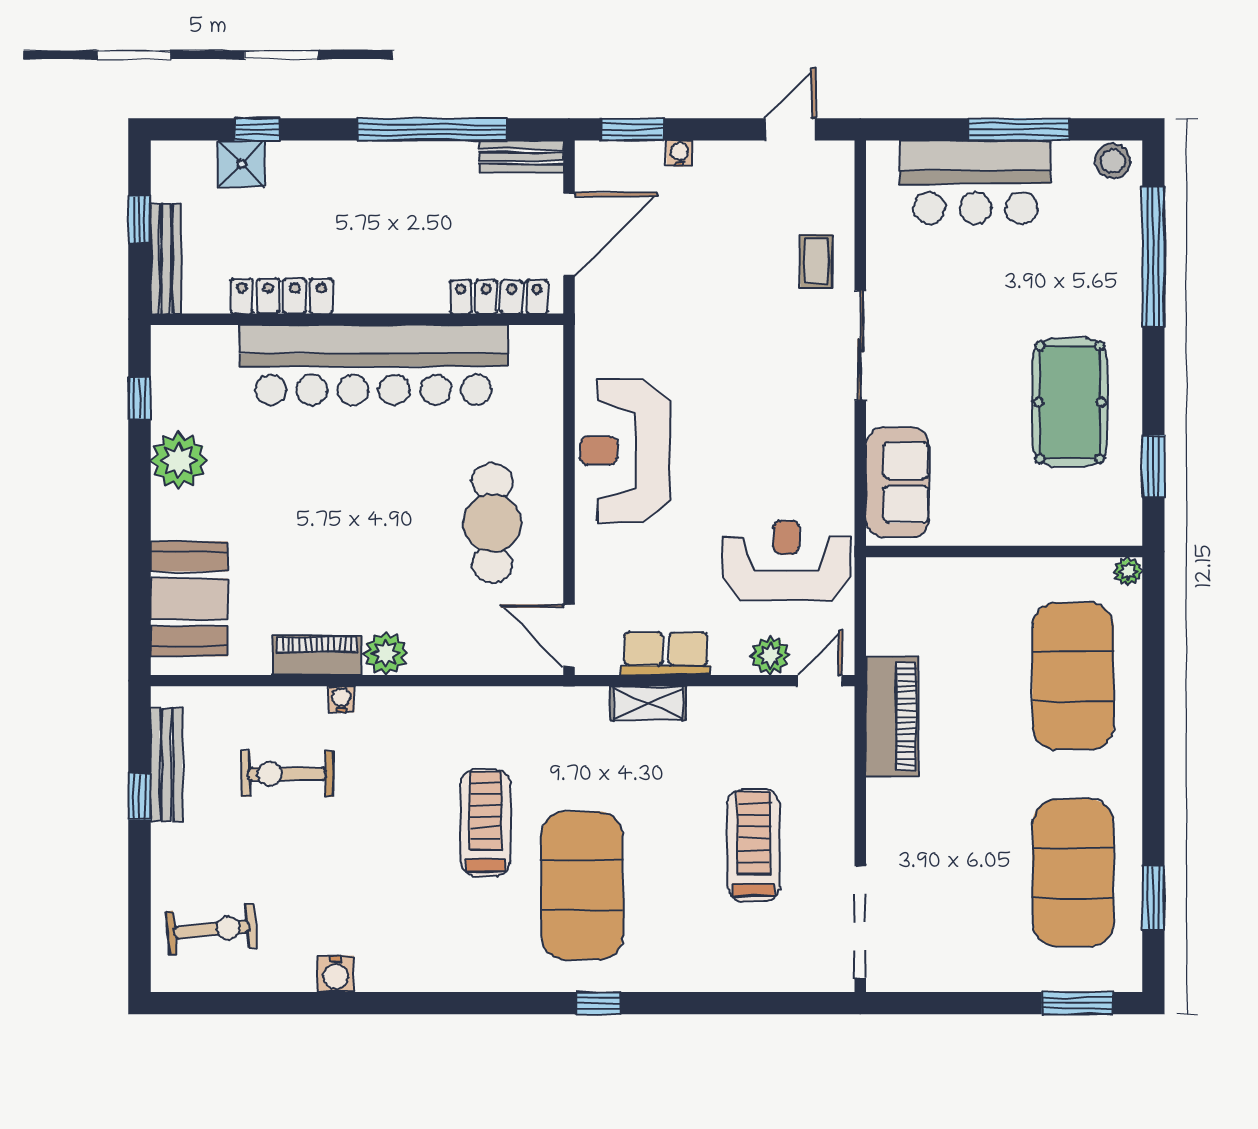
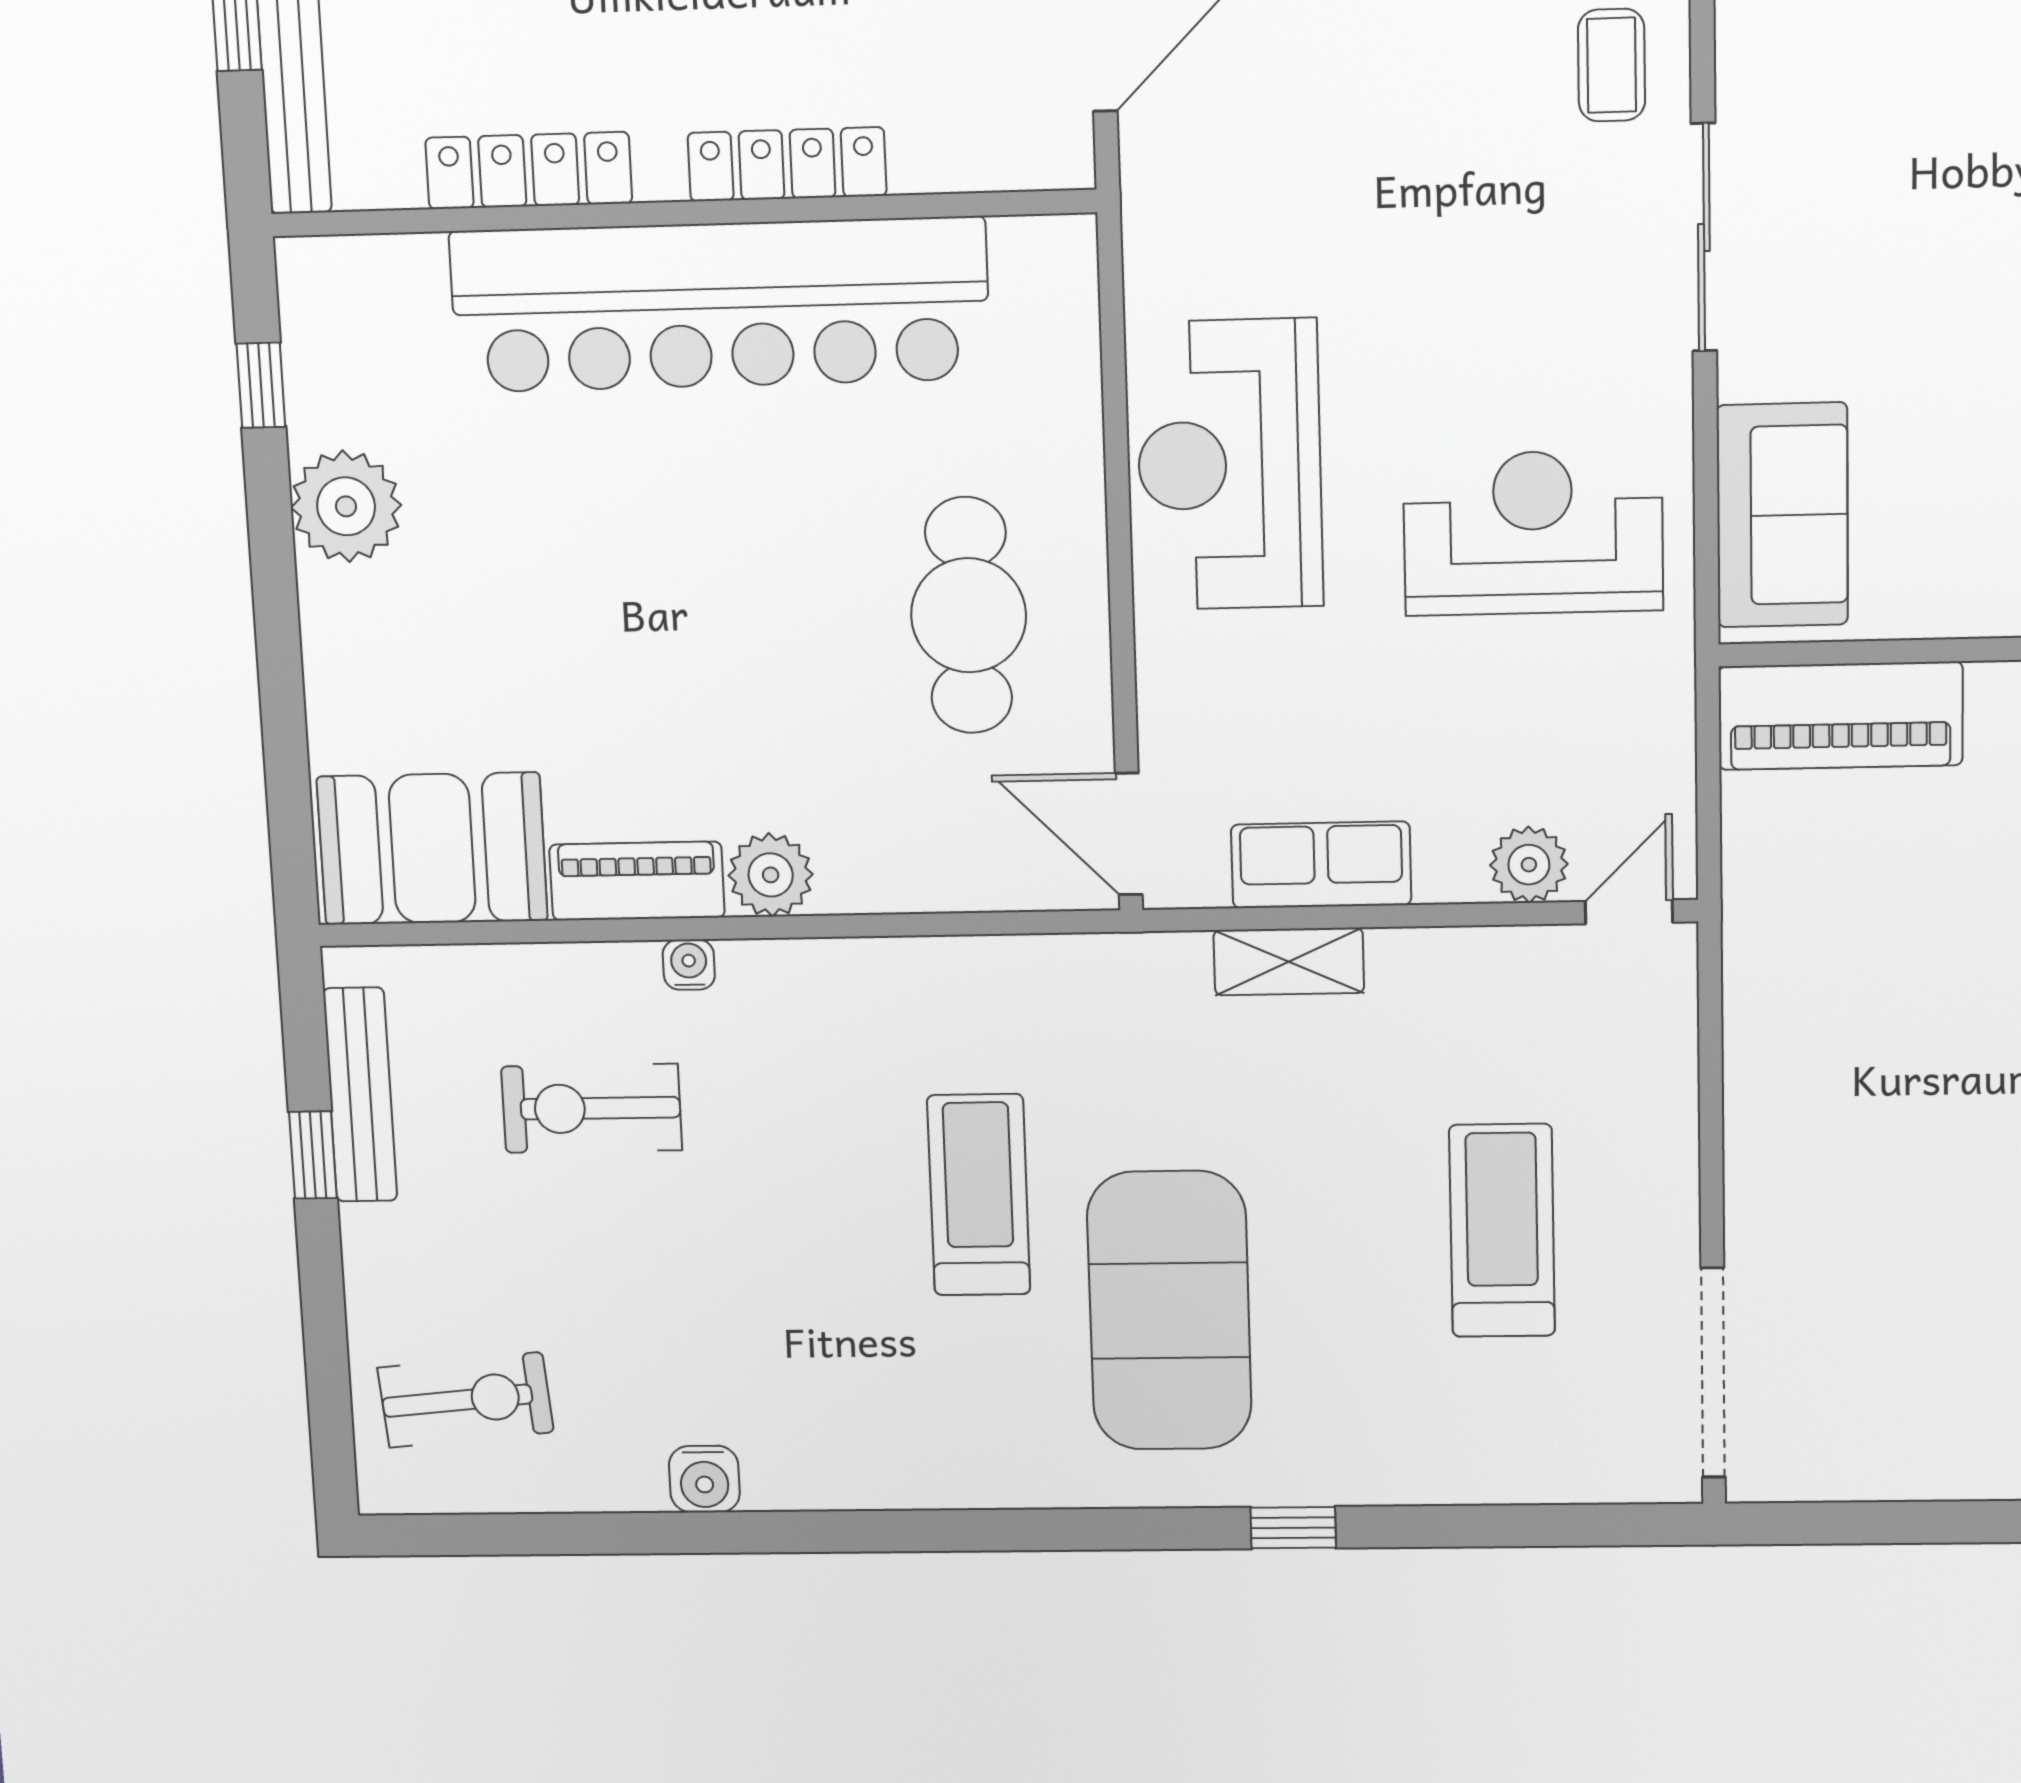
locker: (499, 297) -> (787, 164), moved
reception desk: (786, 561) -> (1533, 533), moved
booth: (189, 599) -> (432, 849), moved, turned 90
piano: (892, 716) -> (1840, 716), moved, turned 90
window: (598, 1003) -> (1293, 1528), moved

